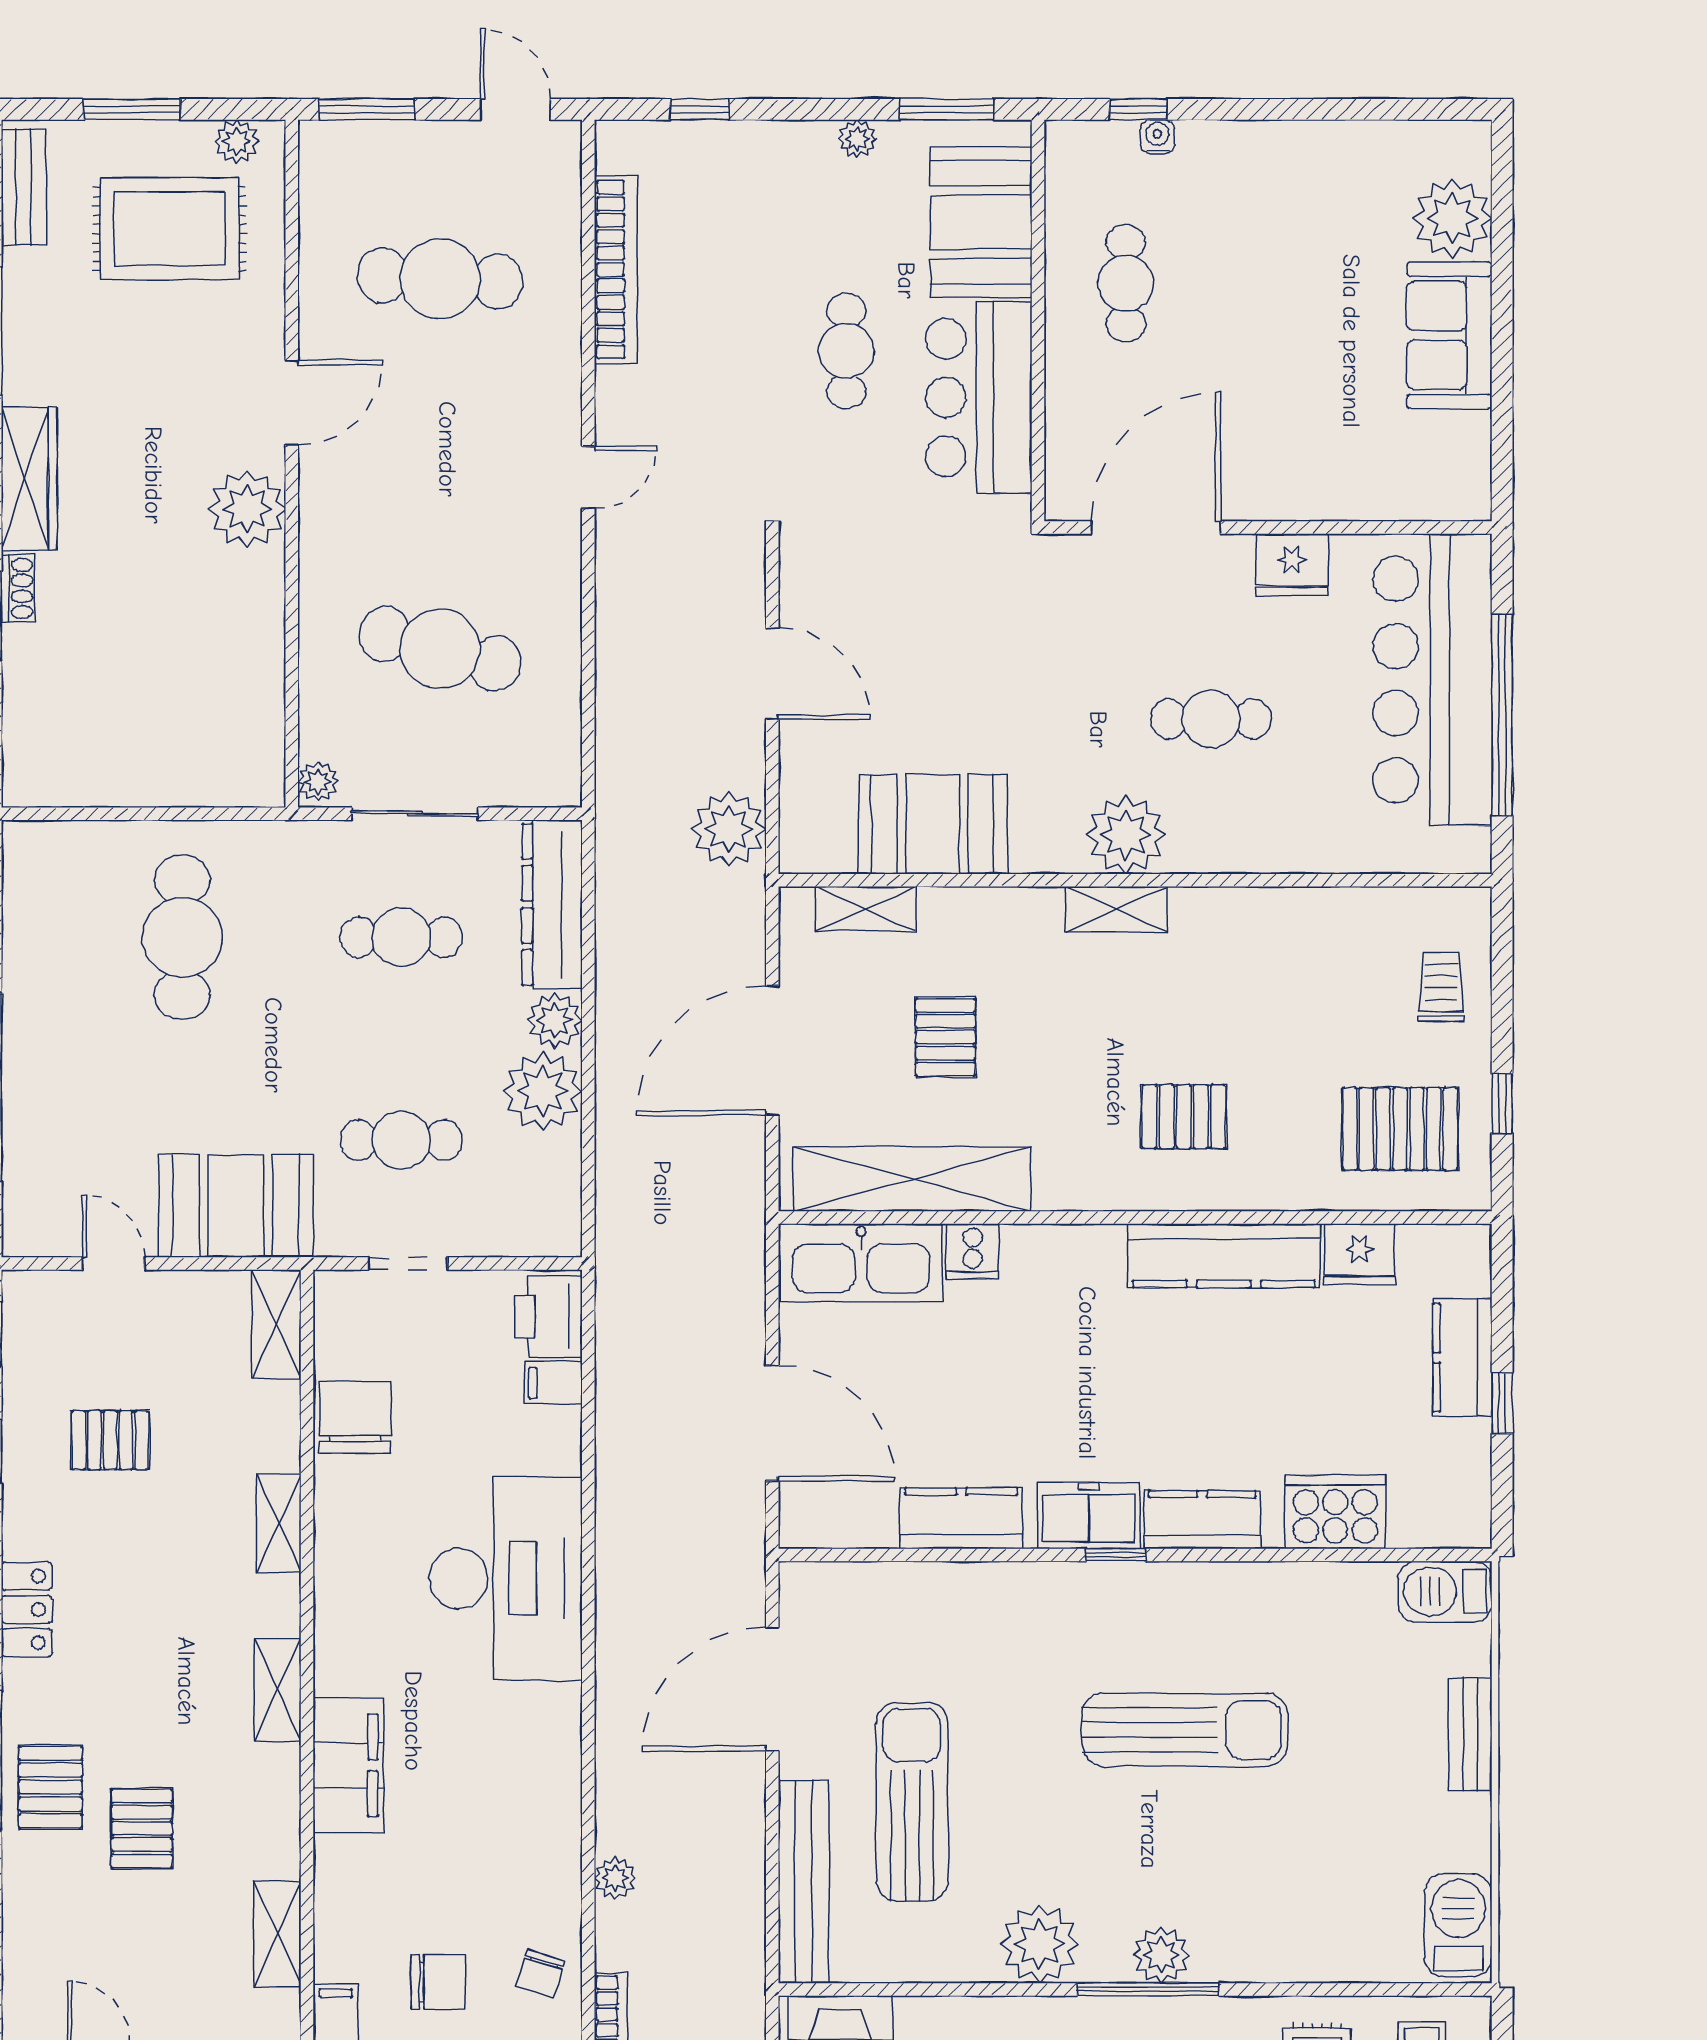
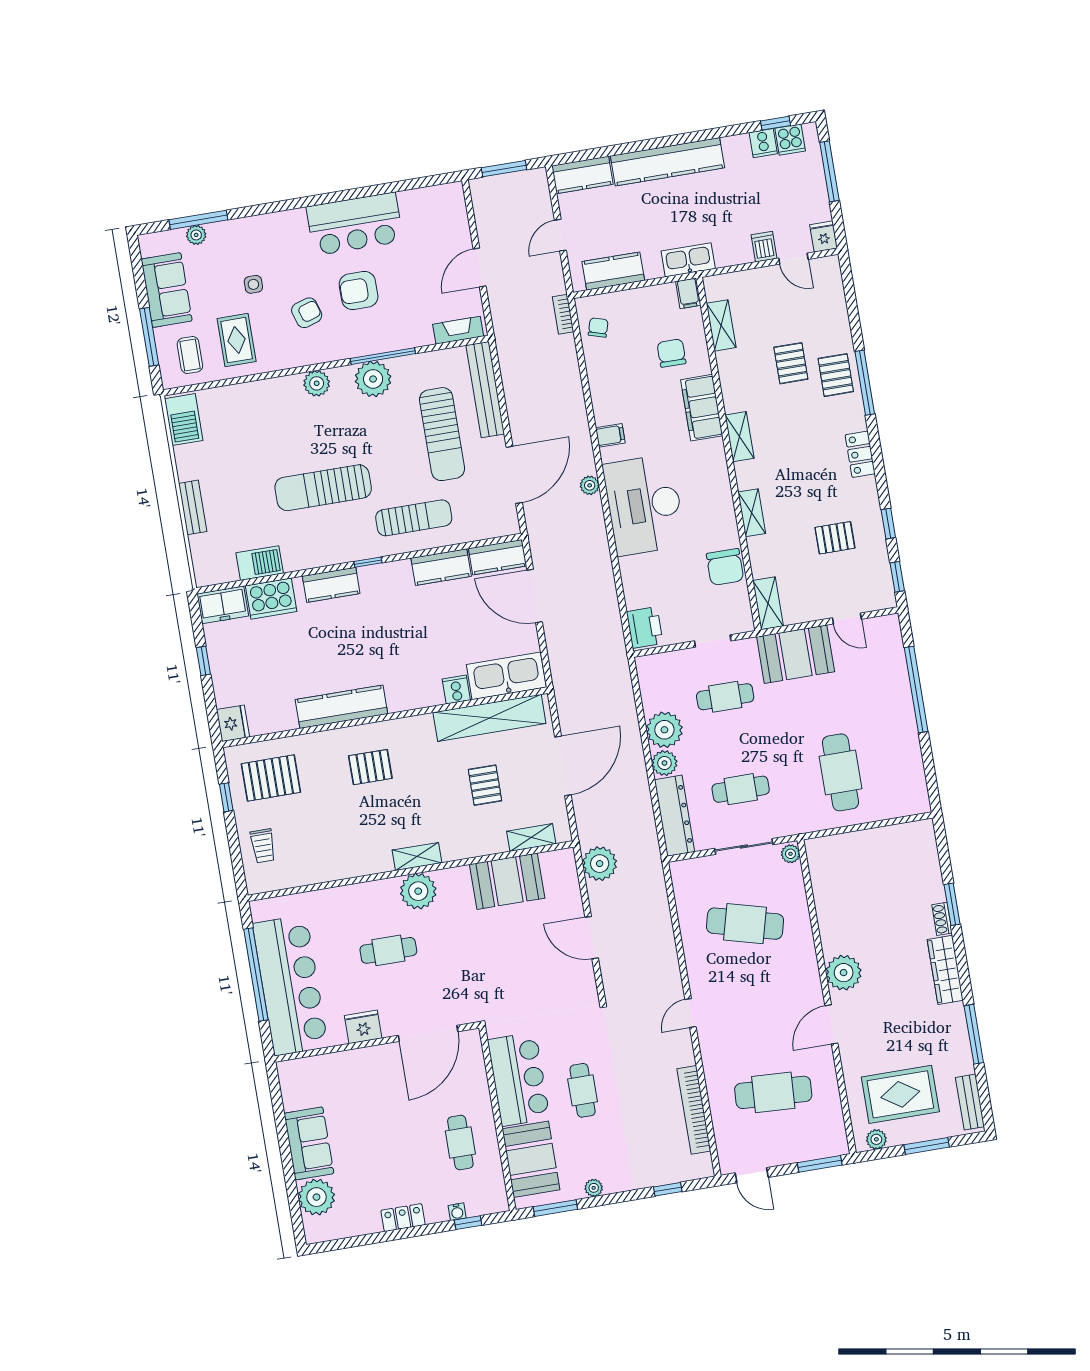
locker: (1275, 143) -> (403, 1218), added
fridge: (1360, 1254) -> (233, 723), moved, turned 90
kitchen counter: (1462, 1358) -> (498, 557), moved, turned 90
filing cabinet: (553, 1383) -> (610, 435), moved
freezer: (1089, 1516) -> (223, 605), moved
barbecue: (1445, 1592) -> (260, 563), moved
sun lounger: (1002, 1633) -> (414, 518), added
plant: (615, 1878) -> (590, 485), moved
chair: (438, 1982) -> (671, 353), moved, turned 90
window: (1148, 1989) -> (383, 356), moved

